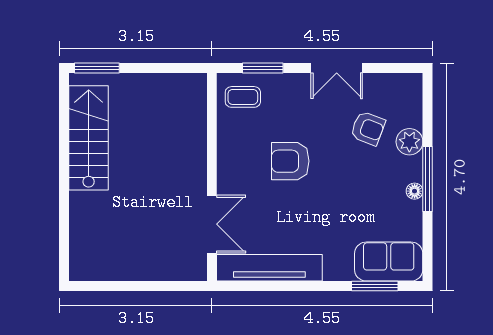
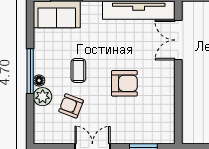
coffee table: (243, 97) -> (78, 70), moved, turned 90
floor lamp: (415, 191) -> (39, 81), moved

